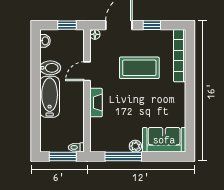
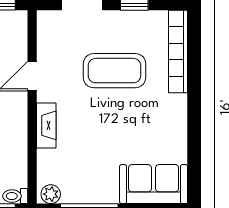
floor lamp: (95, 34) -> (45, 18), removed
plant: (135, 146) -> (51, 194), moved

